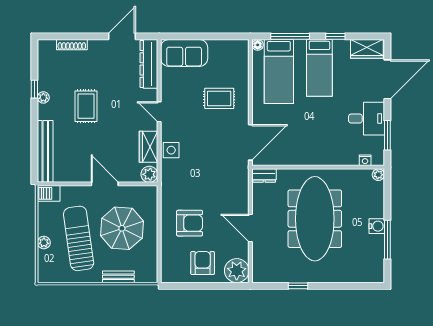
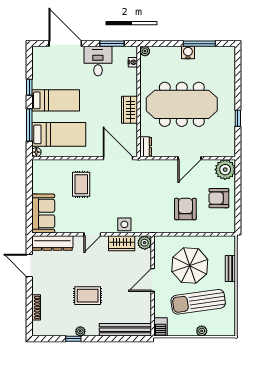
wardrobe: (367, 49) -> (130, 110), moved, turned 180

